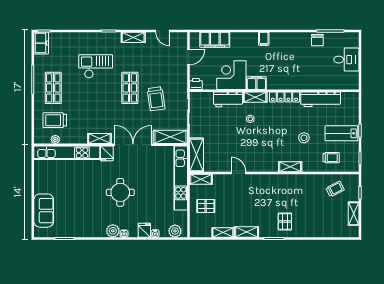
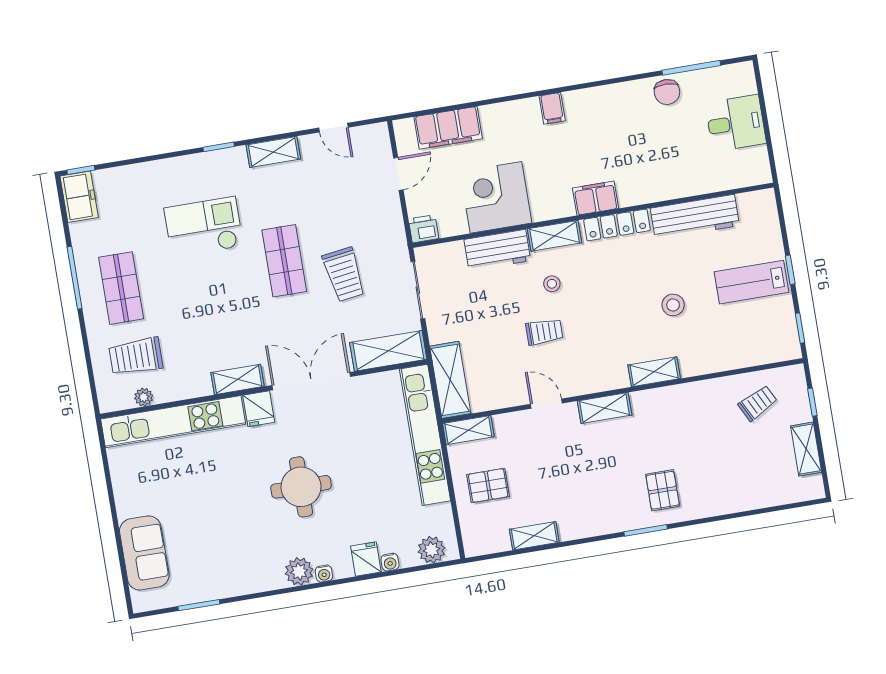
filing cabinet: (256, 83) -> (596, 198), moved
trolley: (331, 158) -> (544, 332), moved
shelving: (247, 232) -> (605, 408), moved

